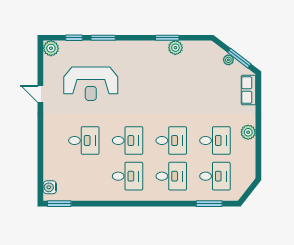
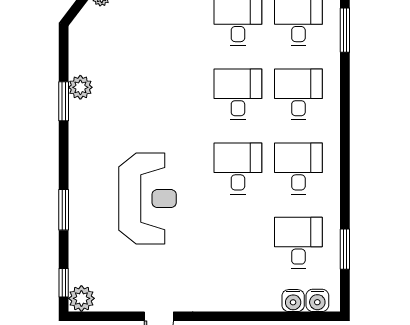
window: (74, 38) -> (64, 283), moved
reception desk: (91, 84) -> (147, 199), moved
desk: (84, 141) -> (298, 243), moved
water cooler: (50, 173) -> (293, 301), added
window: (59, 204) -> (345, 249), moved

